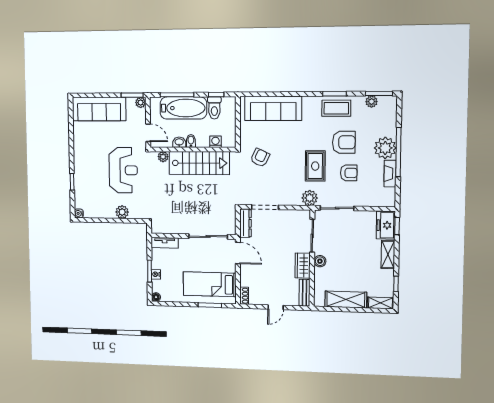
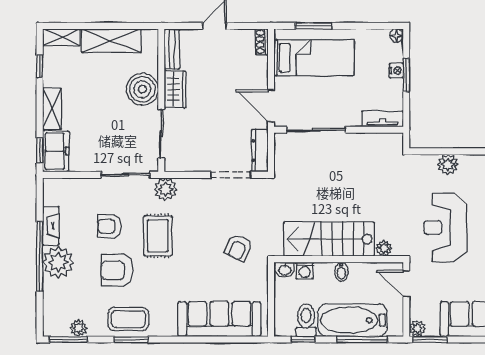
washbasin: (179, 142) -> (285, 270), moved
boiler: (320, 261) -> (142, 89), width x1.86, depth x1.86

